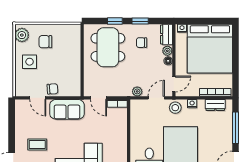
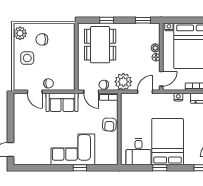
window: (140, 21) -> (143, 20), moved
dresser: (166, 35) -> (154, 33), removed
chair: (142, 43) -> (104, 85), moved
plant: (137, 91) -> (123, 82), width x1.88, depth x1.88
stool: (175, 108) -> (163, 101), removed
armchair: (118, 133) -> (109, 125), added
coffee table: (37, 144) -> (34, 135), removed

